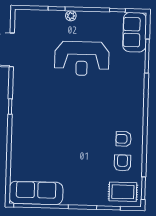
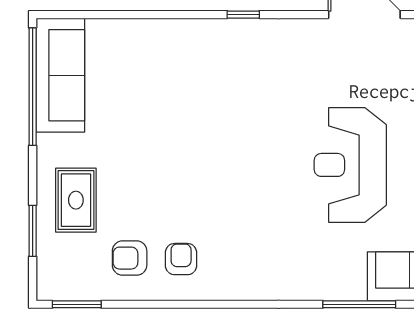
armchair: (122, 163) -> (130, 258), turned 180
rug: (123, 192) -> (76, 200), moved

